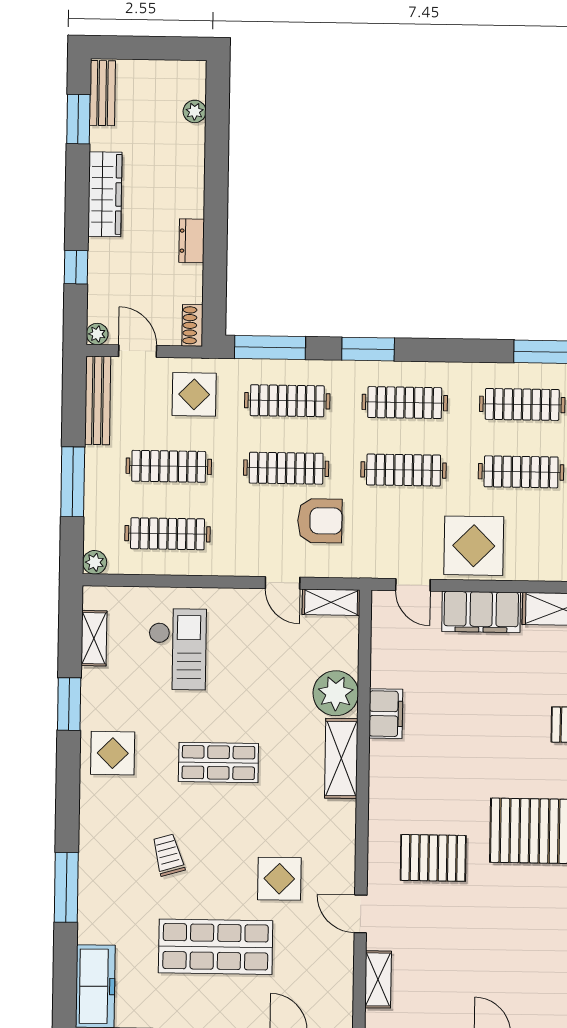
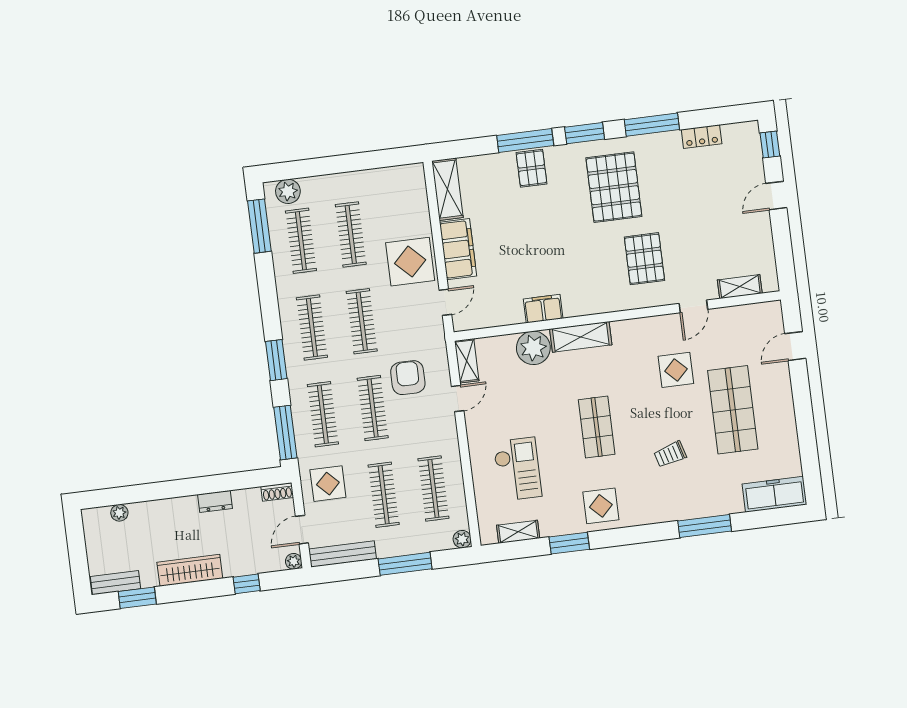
checkout: (177, 649) -> (517, 469), turned 90

